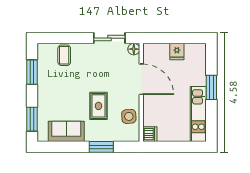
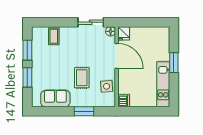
fridge: (177, 52) -> (124, 33), moved
window: (32, 119) -> (27, 77), moved

